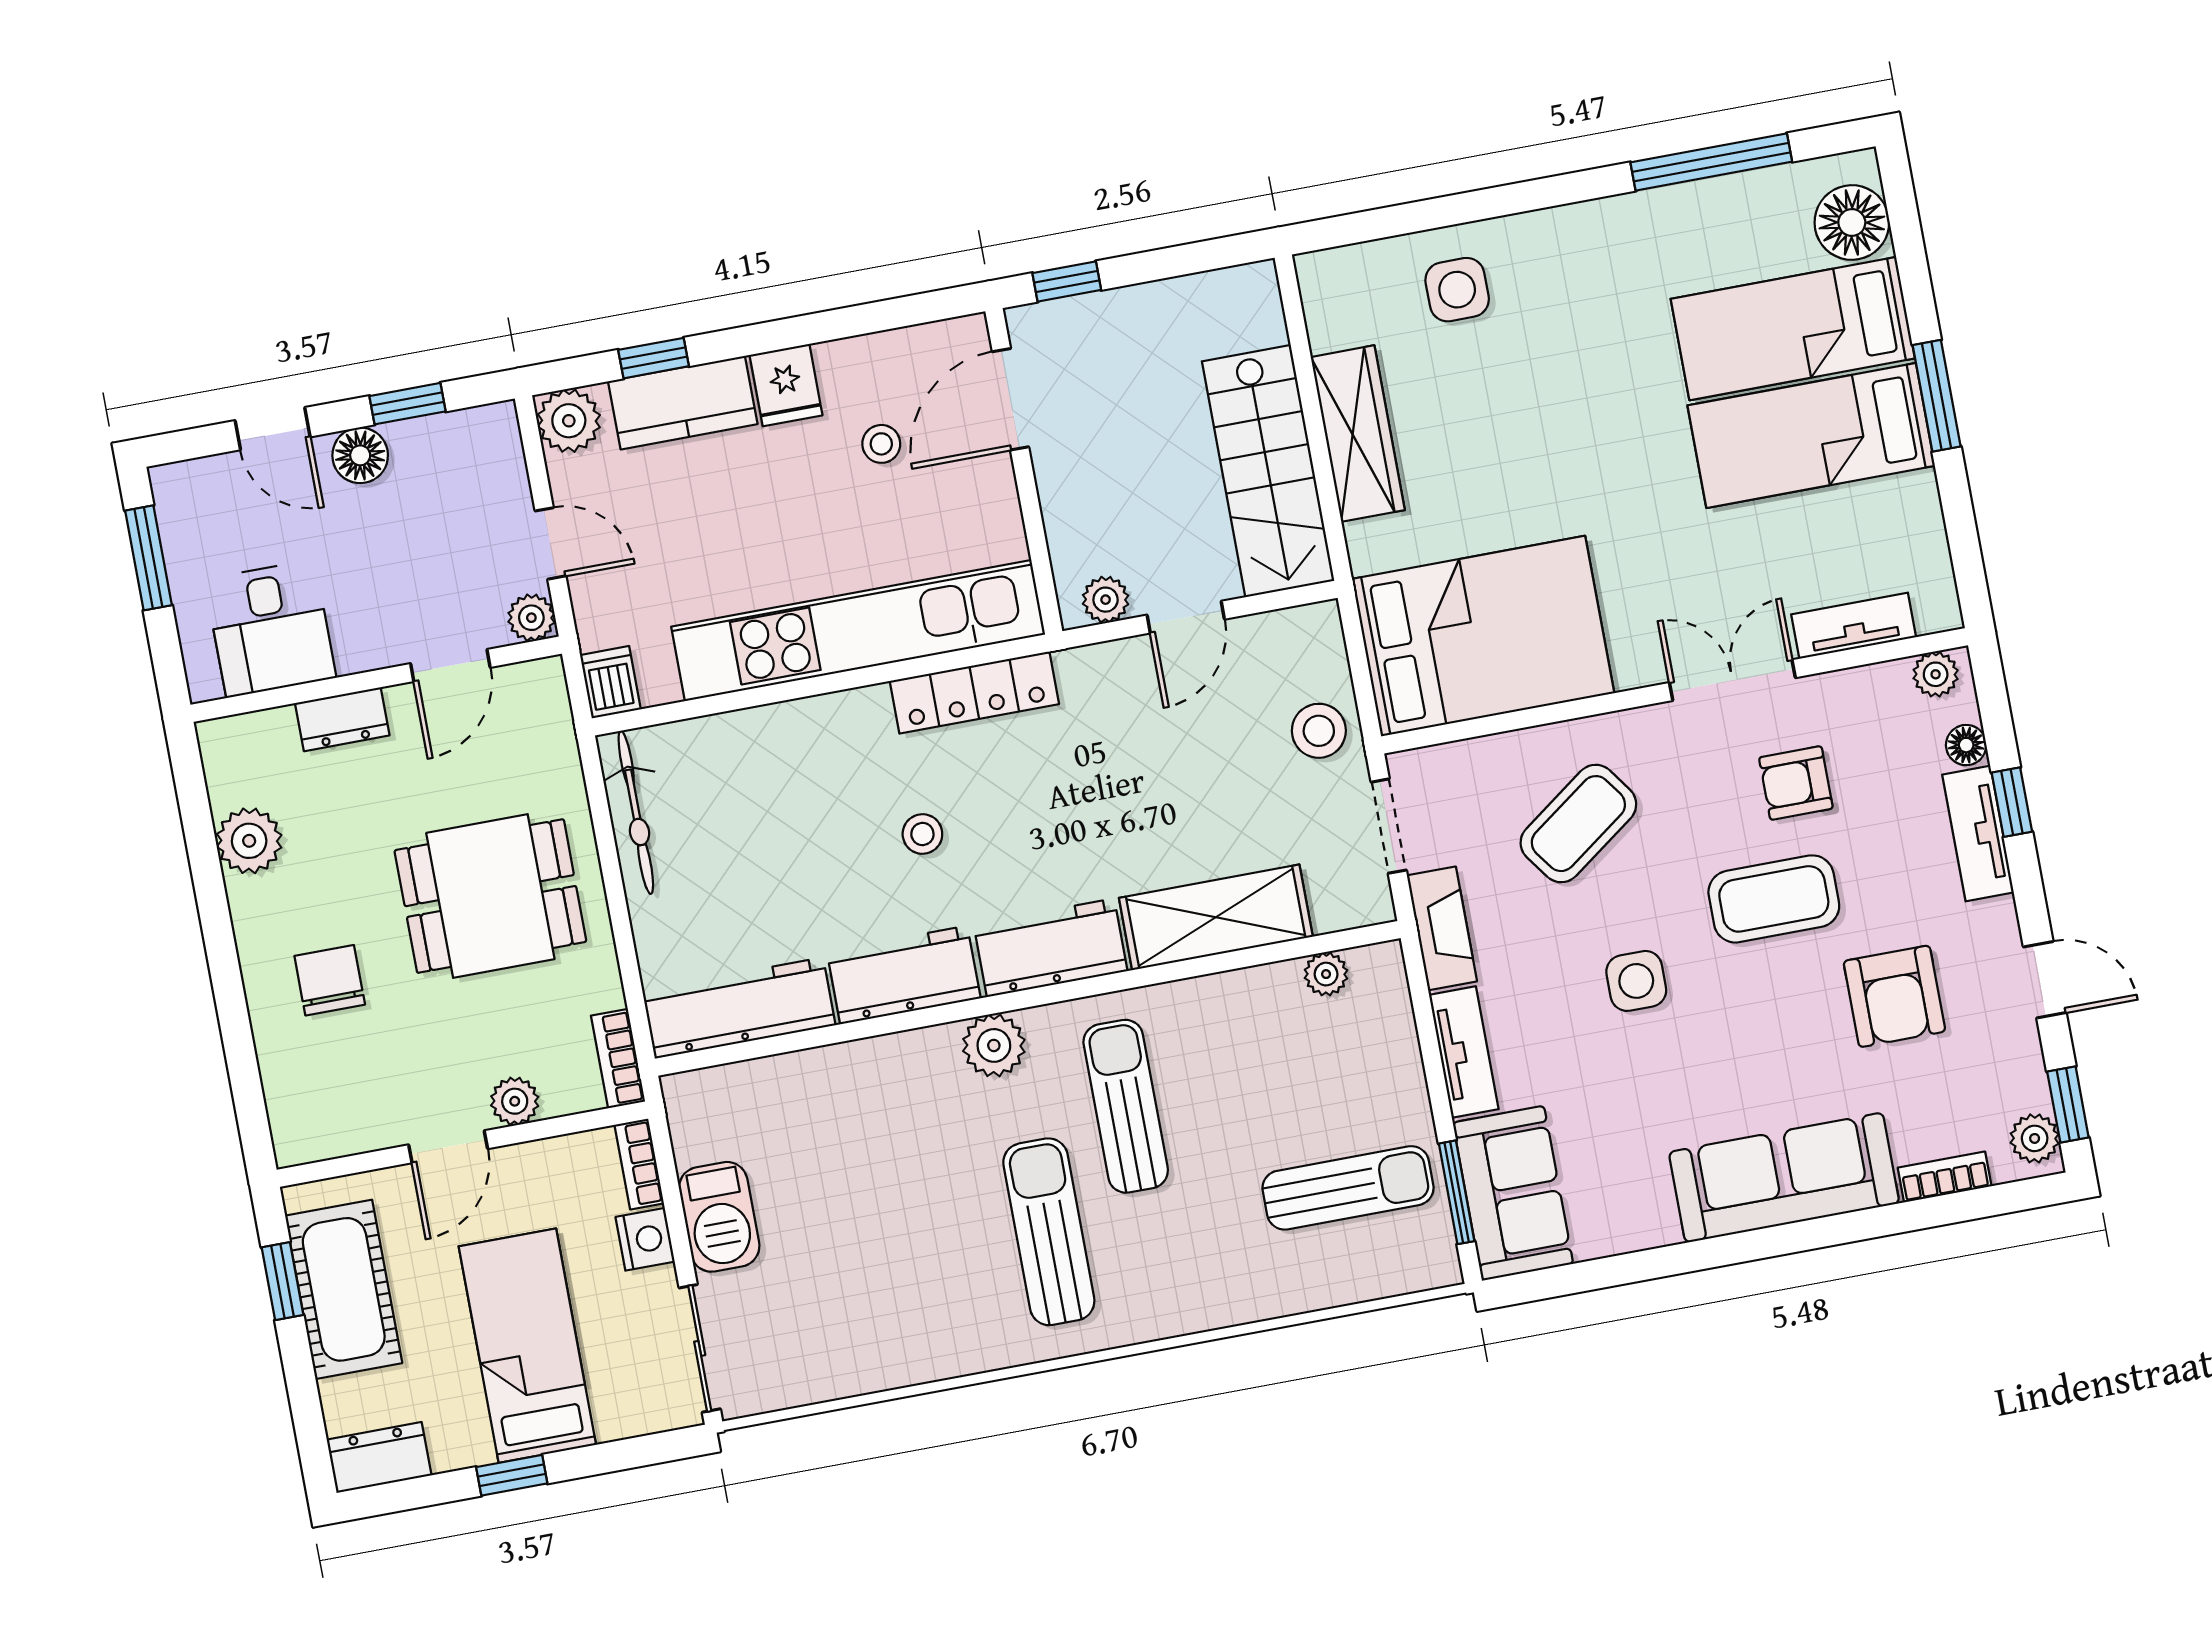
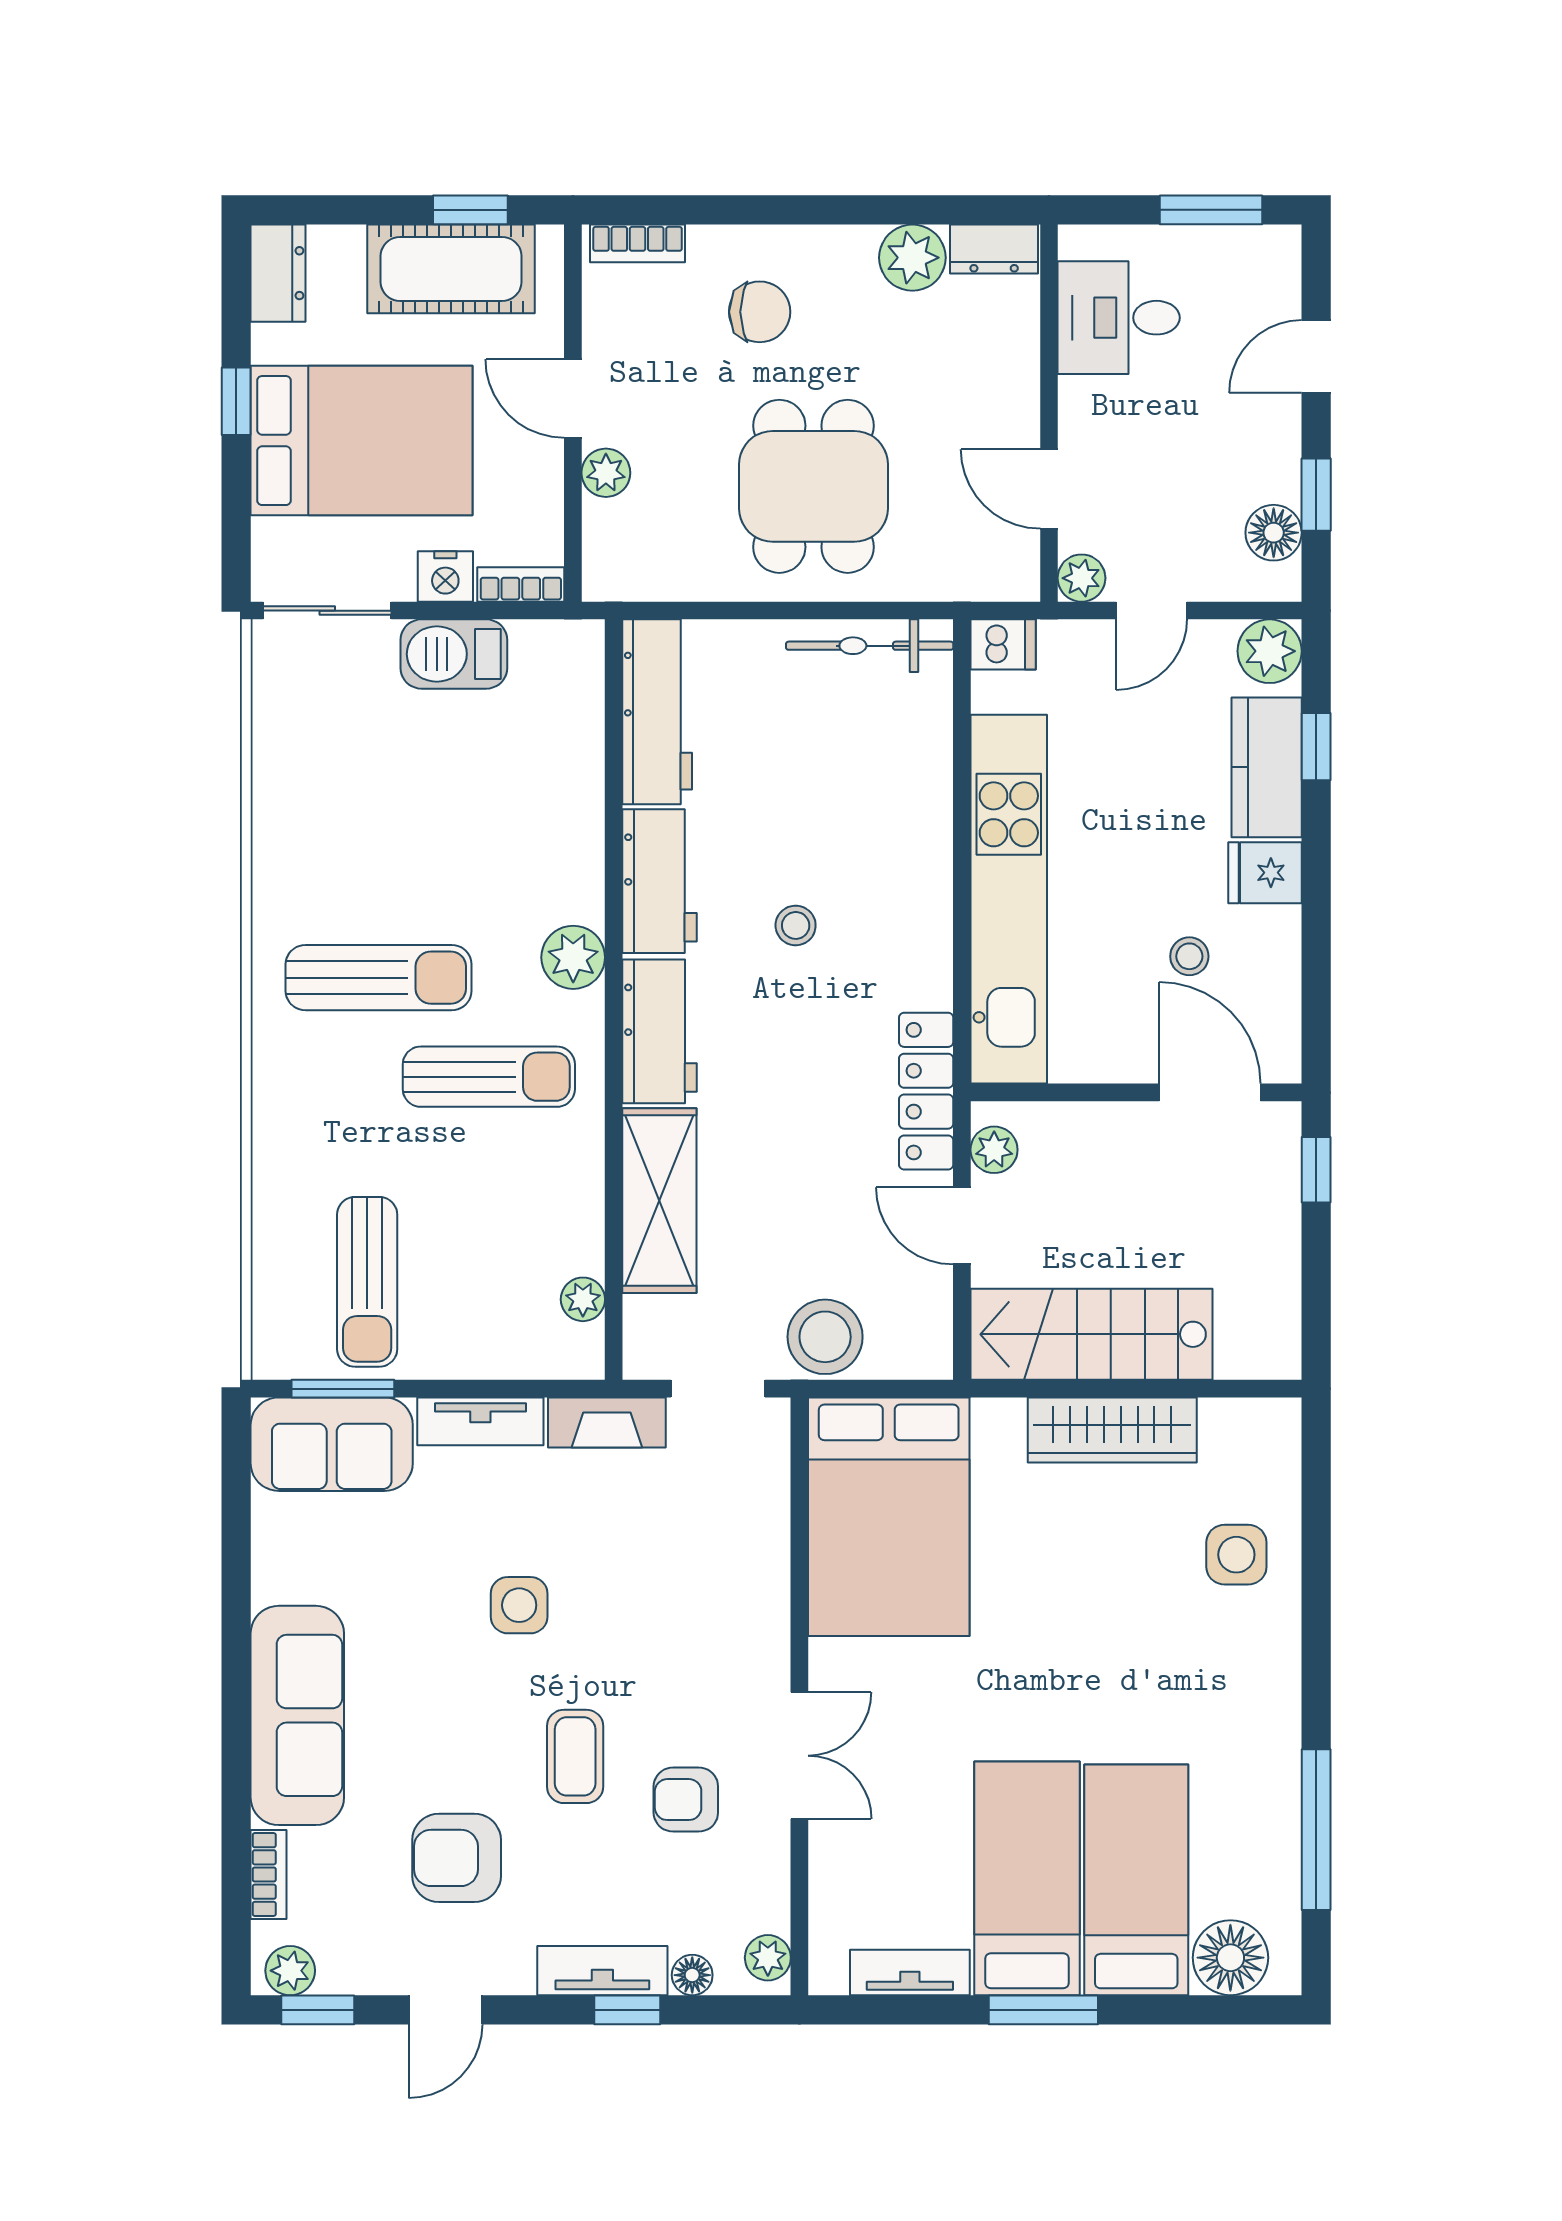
floor lamp: (360, 455) -> (1274, 533), moved
tv unit: (1854, 626) -> (910, 1972), moved, turned -90
locker: (974, 693) -> (926, 1091), moved
dresser: (342, 719) -> (994, 249), moved, turned -90
stool: (1319, 731) -> (825, 1337), width x1.38, depth x1.38
armchair: (1796, 783) -> (686, 1800), turned -90
coffee table: (1578, 824) -> (686, 1577), removed
coffee table: (1774, 899) -> (575, 1756), width x0.73, depth x0.77
bookcase: (618, 1059) -> (638, 243), moved, turned 180
bed: (527, 1346) -> (362, 441), width x1.50

